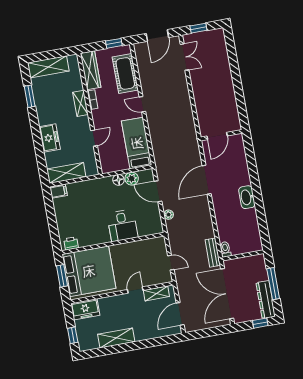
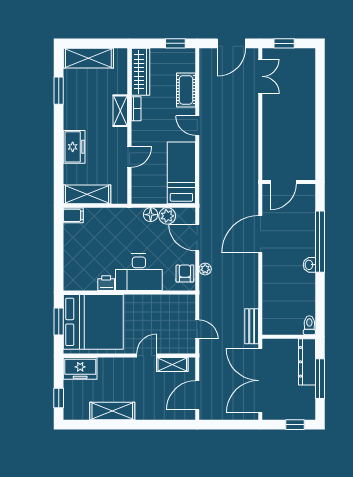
cot: (125, 73) -> (186, 90), width x0.73, depth x0.75
window: (254, 177) -> (320, 242), added
washbasin: (247, 197) -> (309, 265), width x0.52, depth x0.69
armchair: (153, 221) -> (185, 273), added
desk: (122, 225) -> (139, 272), width x1.37
printer: (71, 243) -> (106, 283), moved
toilet: (225, 249) -> (309, 325), moved
dresser: (266, 300) -> (307, 362), moved

